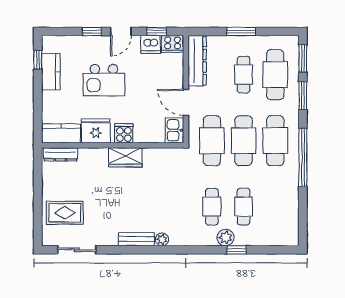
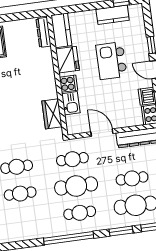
door: (186, 102) -> (102, 133), hinge flipped
kitchen sink: (174, 130) -> (71, 103), moved, turned 90
cafe table: (212, 141) -> (72, 159), width x0.73, depth x0.74
cafe table: (275, 141) -> (80, 213), width x0.73, depth x0.74
wardrobe: (125, 157) -> (52, 114), moved

